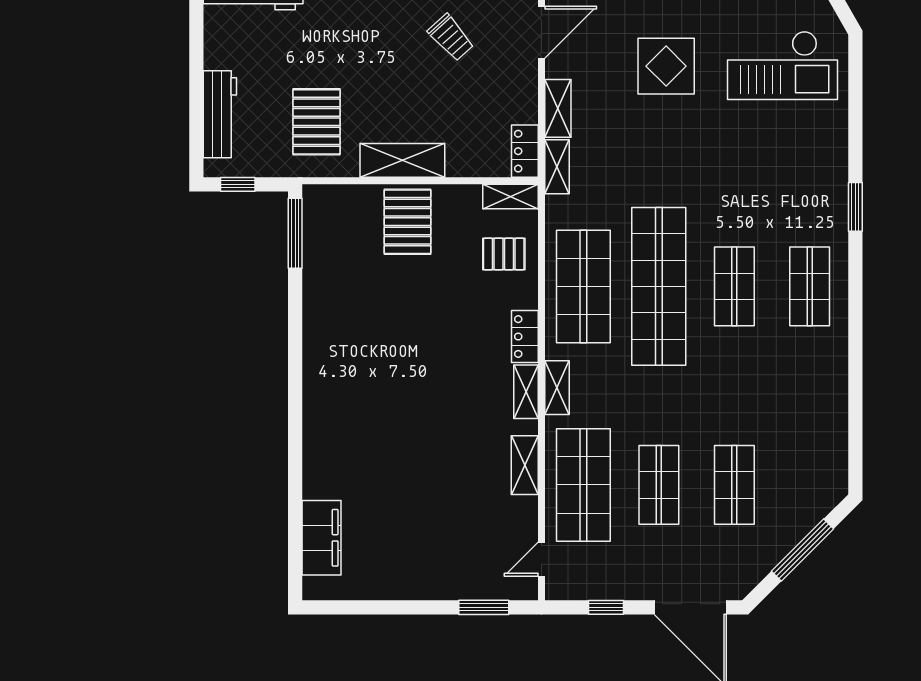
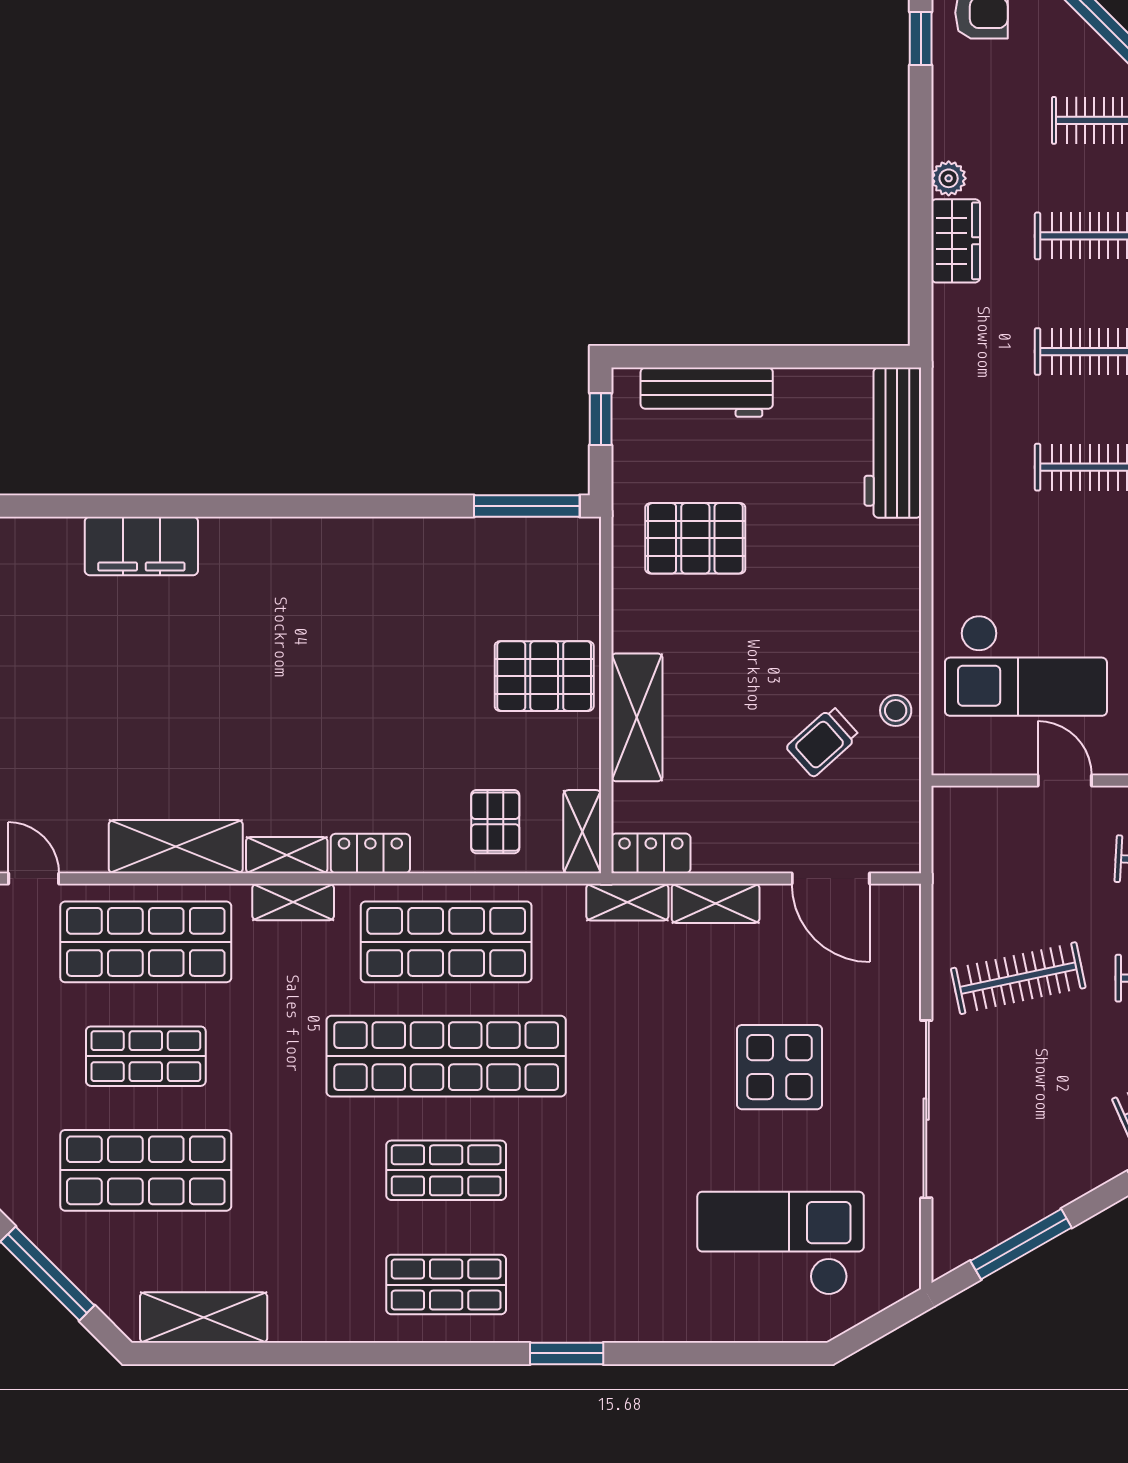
checkout: (783, 65) -> (781, 1243), turned 90
shelving: (402, 160) -> (637, 717), moved
shelving: (831, 447) -> (204, 1317), added
shelving: (525, 465) -> (176, 847), width x1.50, depth x1.33
shop shelf: (734, 485) -> (146, 1170), width x1.43, depth x1.36
filing cabinet: (322, 538) -> (141, 546), moved

